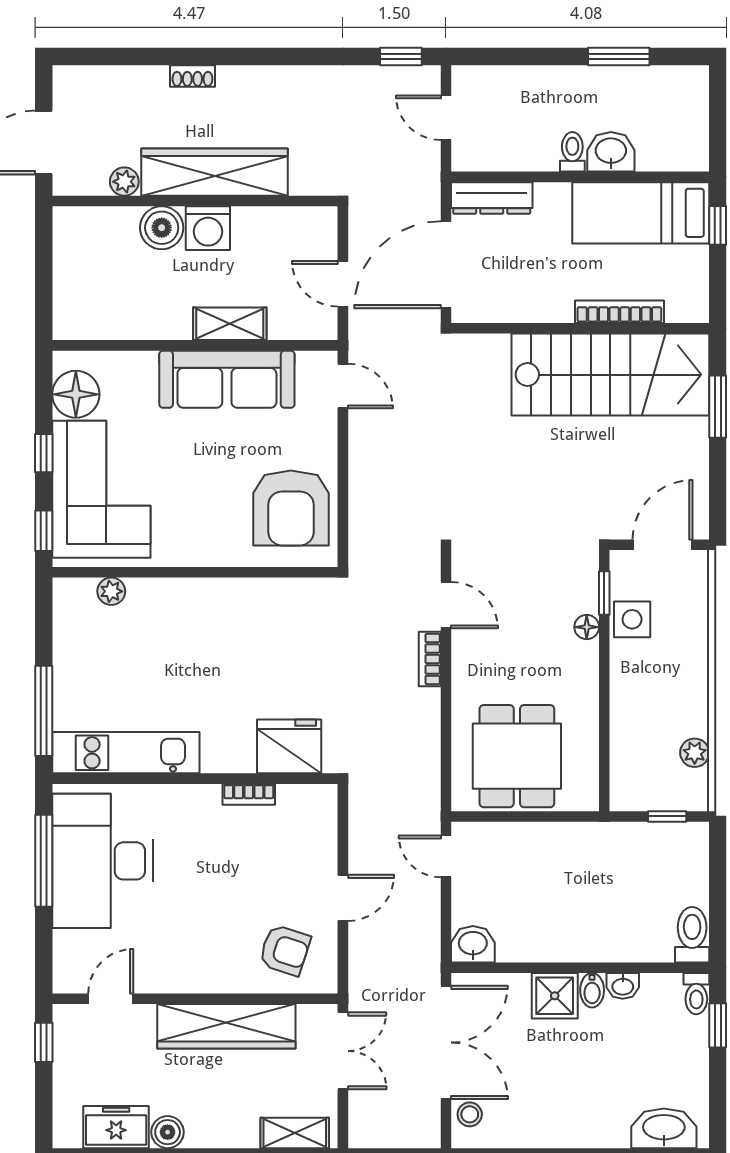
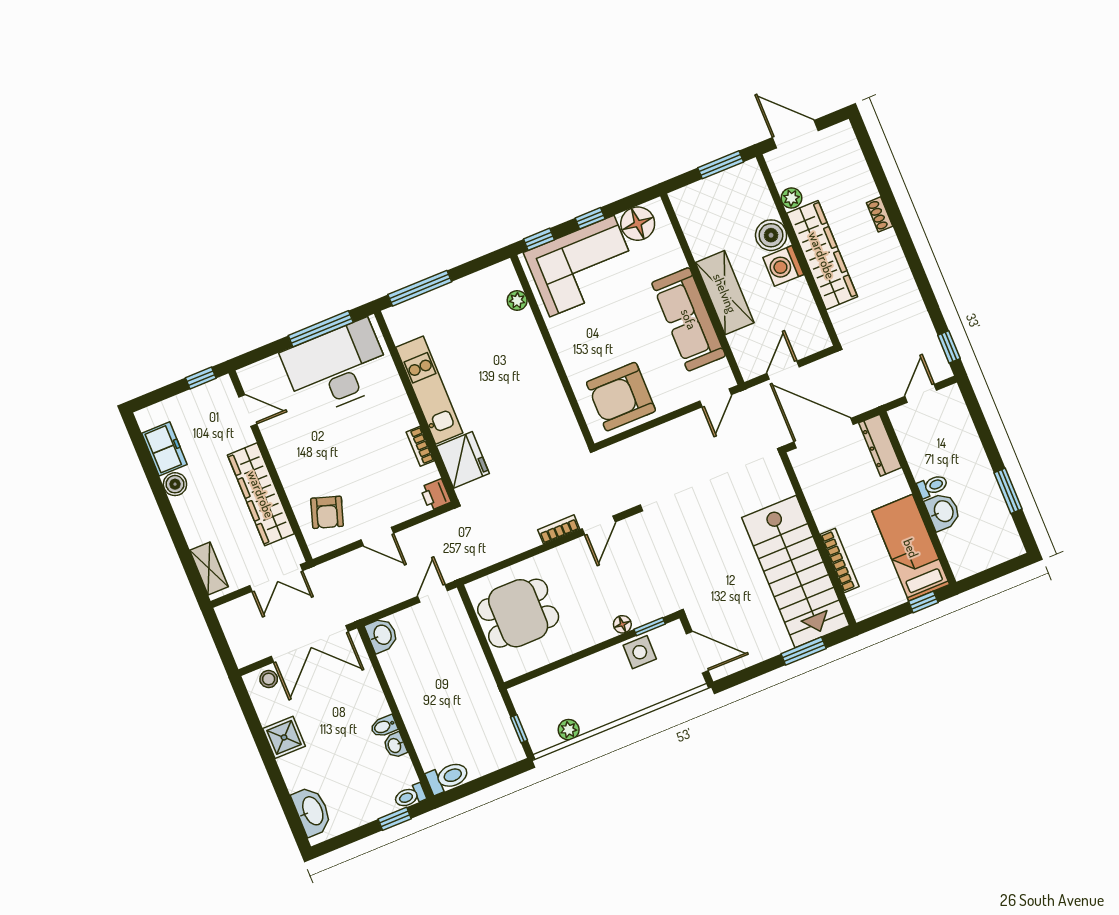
window: (44, 256) -> (721, 165), added
shelving: (230, 324) -> (725, 293), width x1.50, depth x1.33
kitchen unit: (126, 753) -> (429, 390), moved
printer: (320, 800) -> (435, 495), added
shower: (555, 996) -> (284, 737), moved

